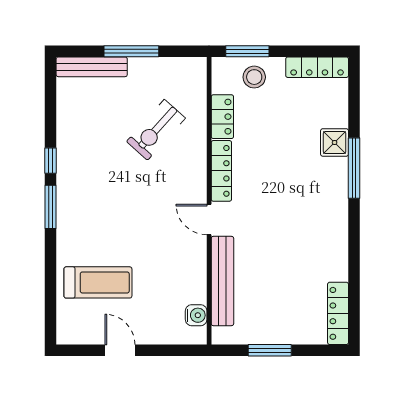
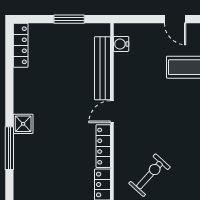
shower: (335, 142) -> (23, 124), moved
door: (209, 220) -> (112, 112), swing flipped

